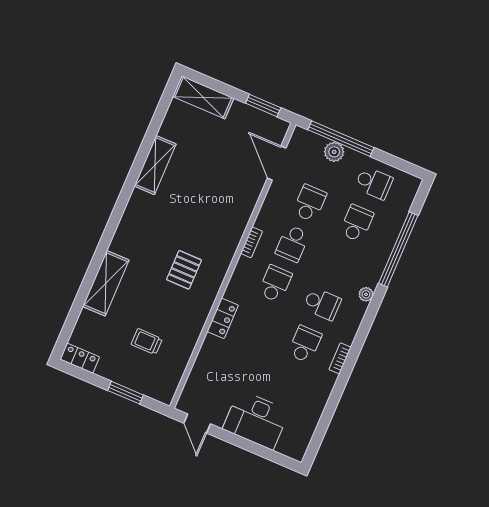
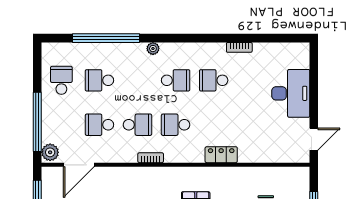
plant: (334, 152) -> (50, 152), moved
school desk: (322, 304) -> (176, 80), turned 90
bookcase: (340, 358) -> (239, 47), moved

